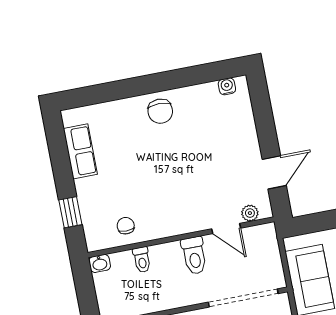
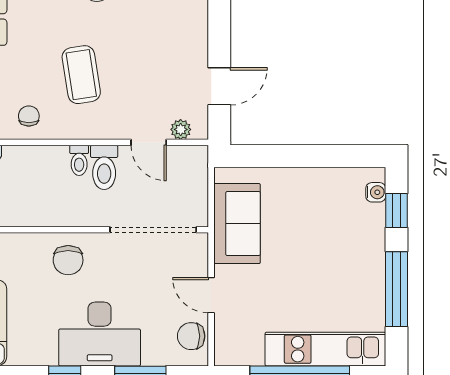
coffee table: (161, 184) -> (81, 75), added
toilet: (142, 260) -> (79, 160), moved

